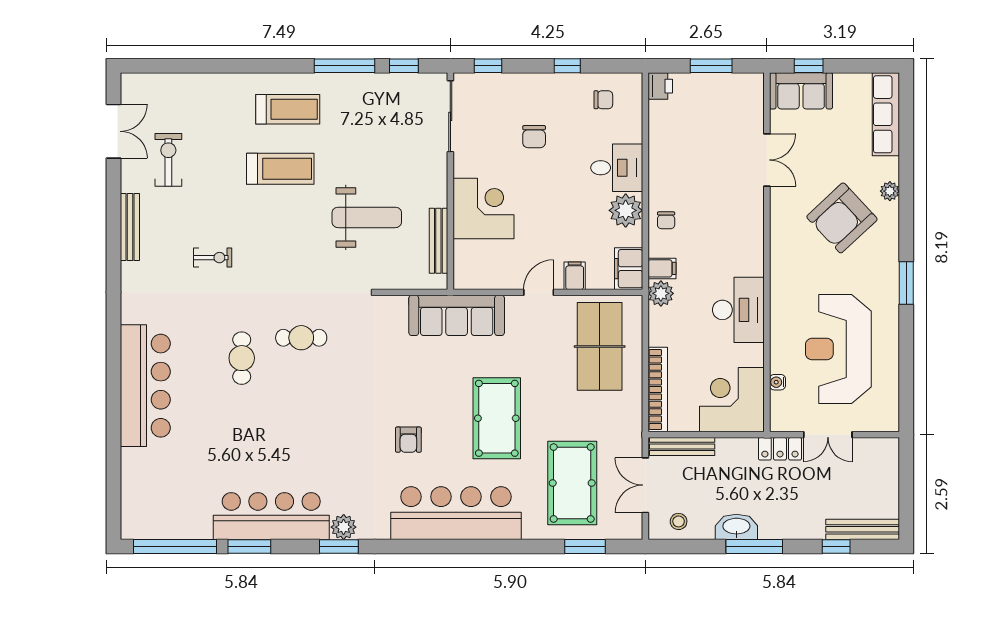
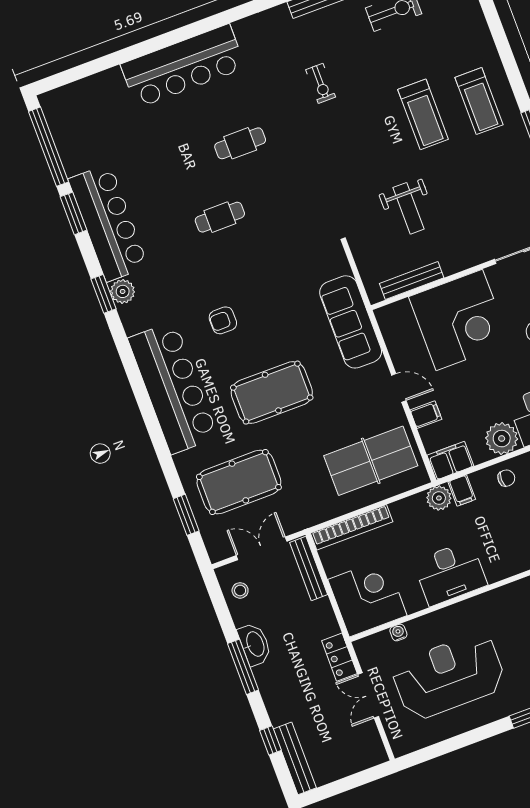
corner desk: (483, 209) -> (459, 320), width x1.36, depth x1.36
weight bench: (367, 217) -> (408, 208), width x0.73, depth x0.75
chair: (666, 220) -> (506, 478), turned 180
cafe table: (301, 338) -> (220, 217), moved, turned 90

